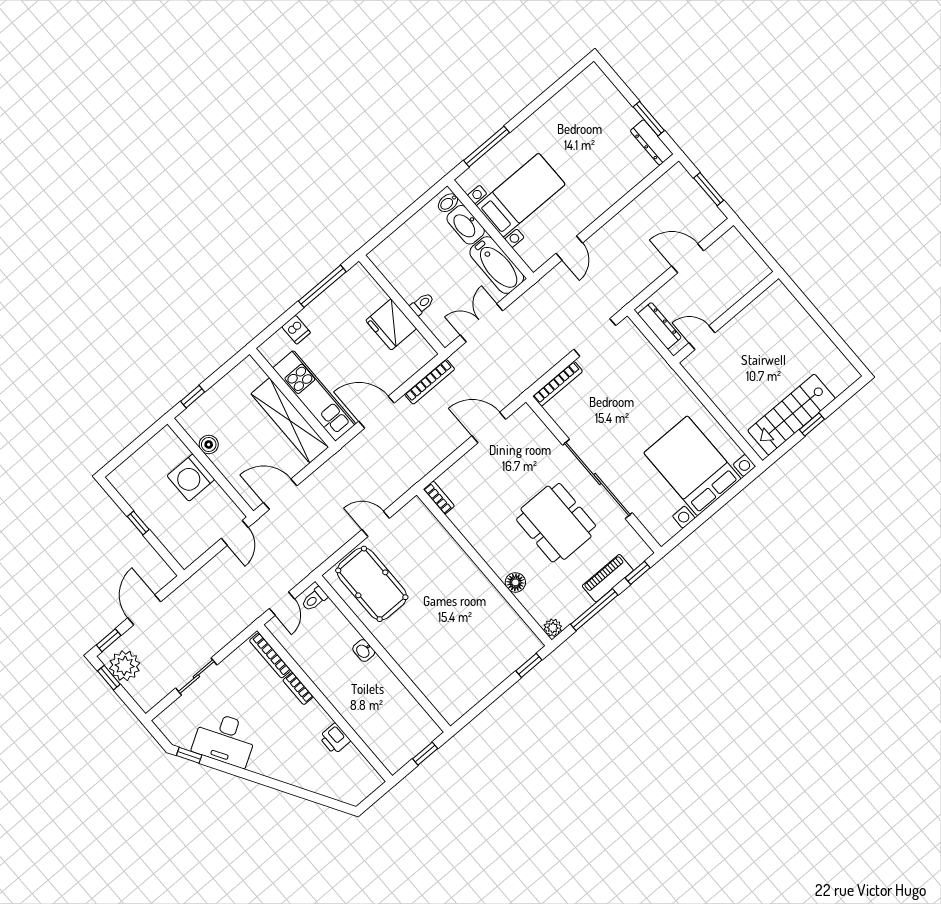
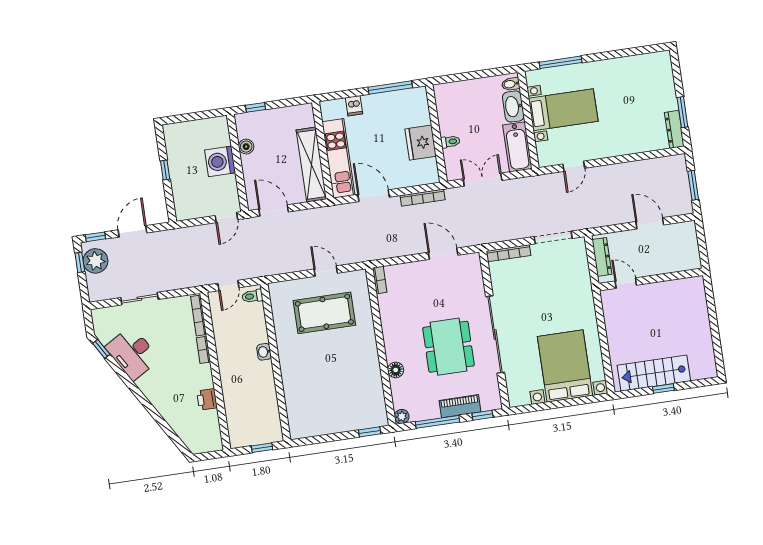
pool table: (372, 584) -> (324, 313), moved, turned 90

